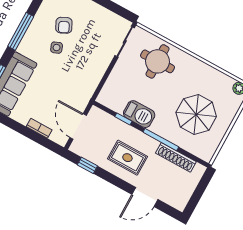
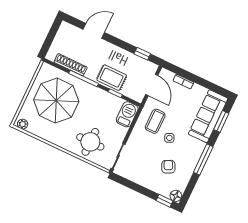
side table: (57, 48) -> (169, 138), moved
coffee table: (77, 82) -> (155, 121), added
barbecue: (139, 114) -> (127, 114), moved, turned 90
parasol: (196, 115) -> (56, 101), width x1.36, depth x1.36
rug: (127, 158) -> (112, 78), moved

